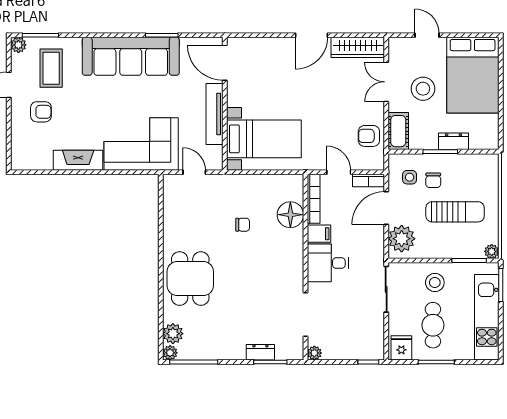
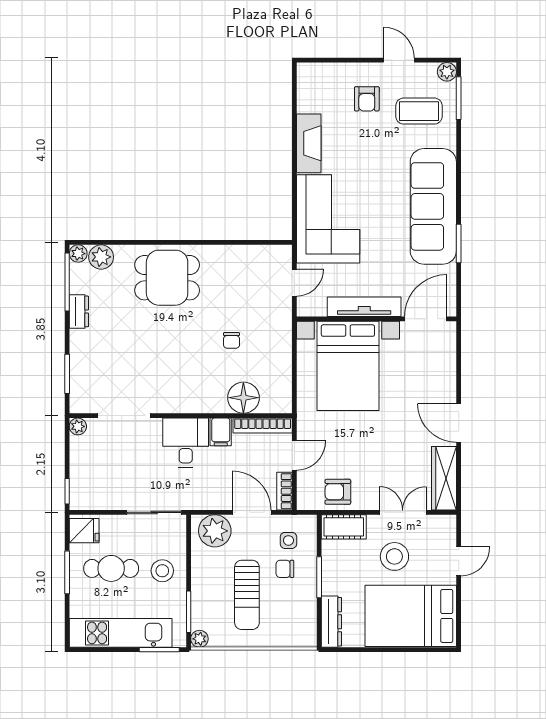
armchair: (369, 136) -> (338, 492), turned -90
bed with nightstands: (264, 139) -> (348, 366), width x1.36
dresser: (454, 141) -> (331, 622), moved, width x1.44
dresser: (260, 352) -> (79, 311), moved

